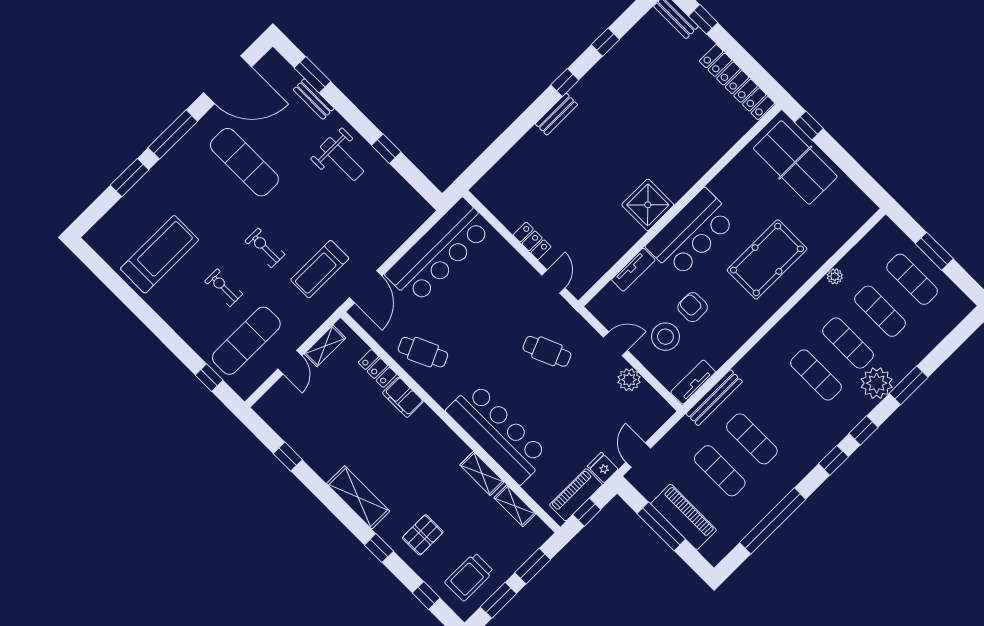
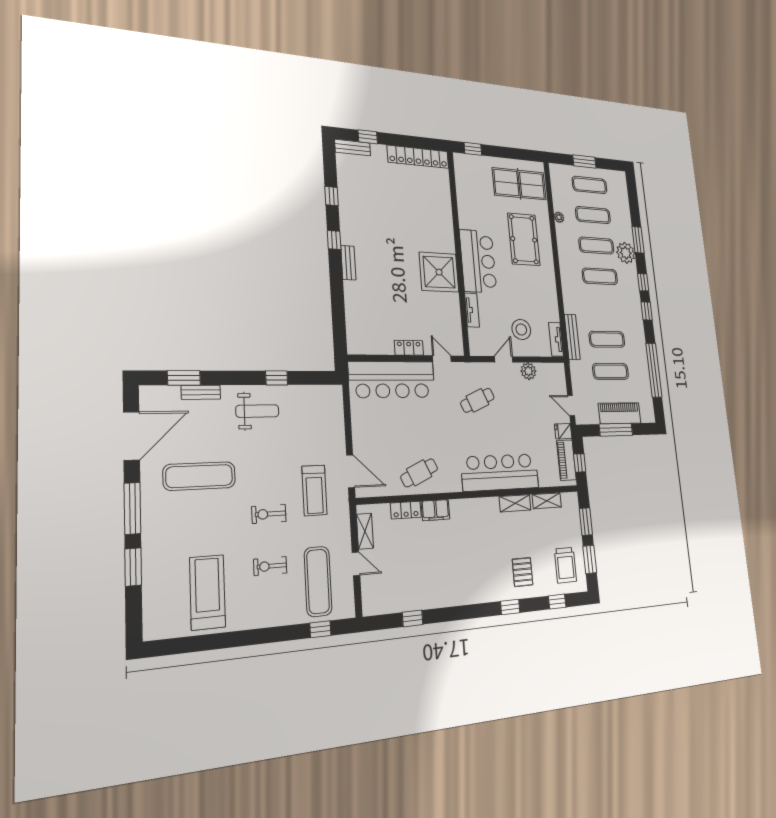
table tennis table: (795, 163) -> (519, 184), moved
shower: (648, 205) -> (439, 272), width x1.37, depth x1.37
bar counter: (439, 251) -> (392, 380), moved, turned 90
armchair: (693, 307) -> (517, 300), removed
shelving: (358, 497) -> (472, 593), removed

